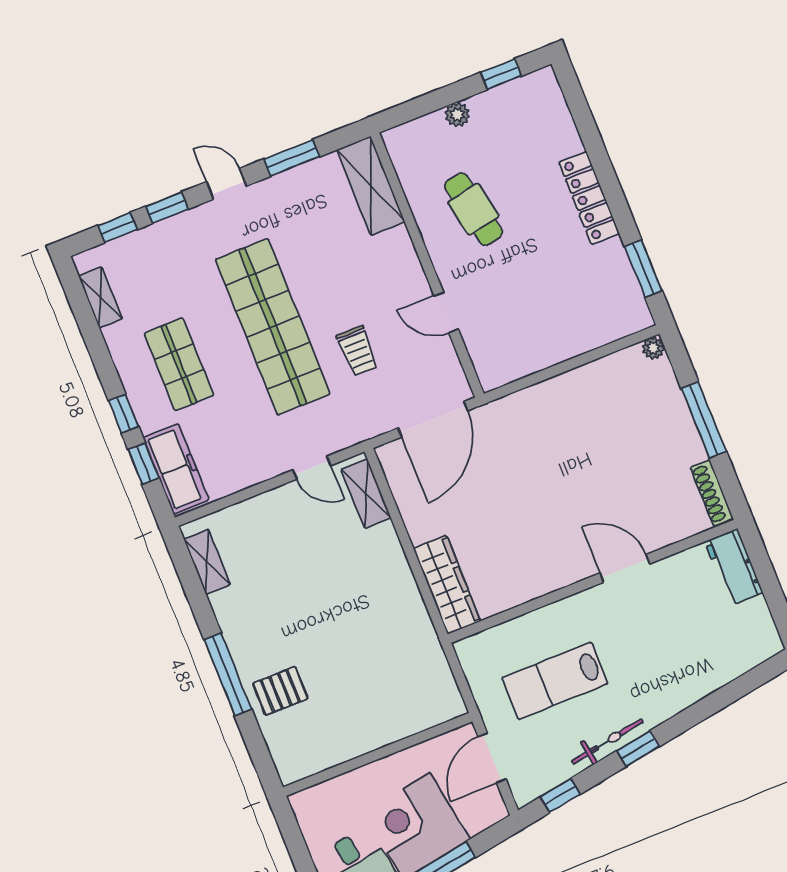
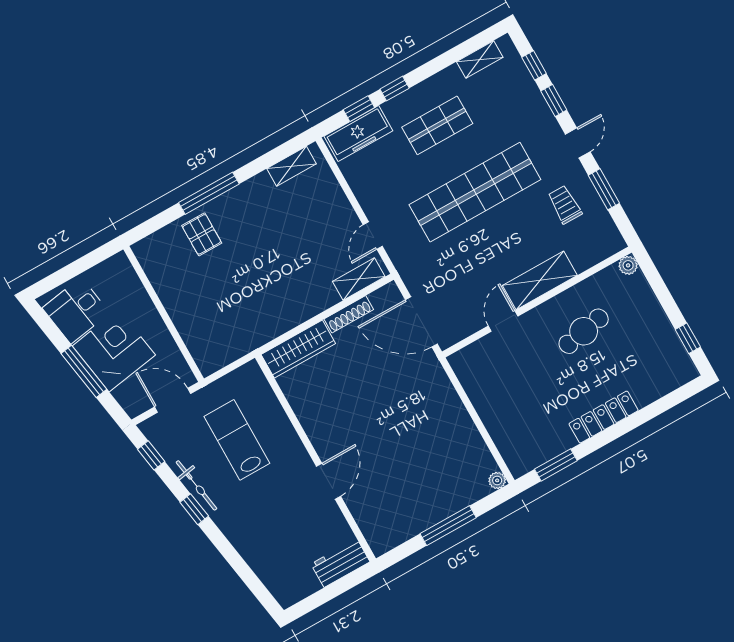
plant: (457, 115) -> (628, 265), moved
shelving: (371, 186) -> (540, 280), moved
trolley: (357, 351) -> (565, 205), moved, turned 90
shoe rack: (712, 493) -> (349, 314), moved, turned 180

